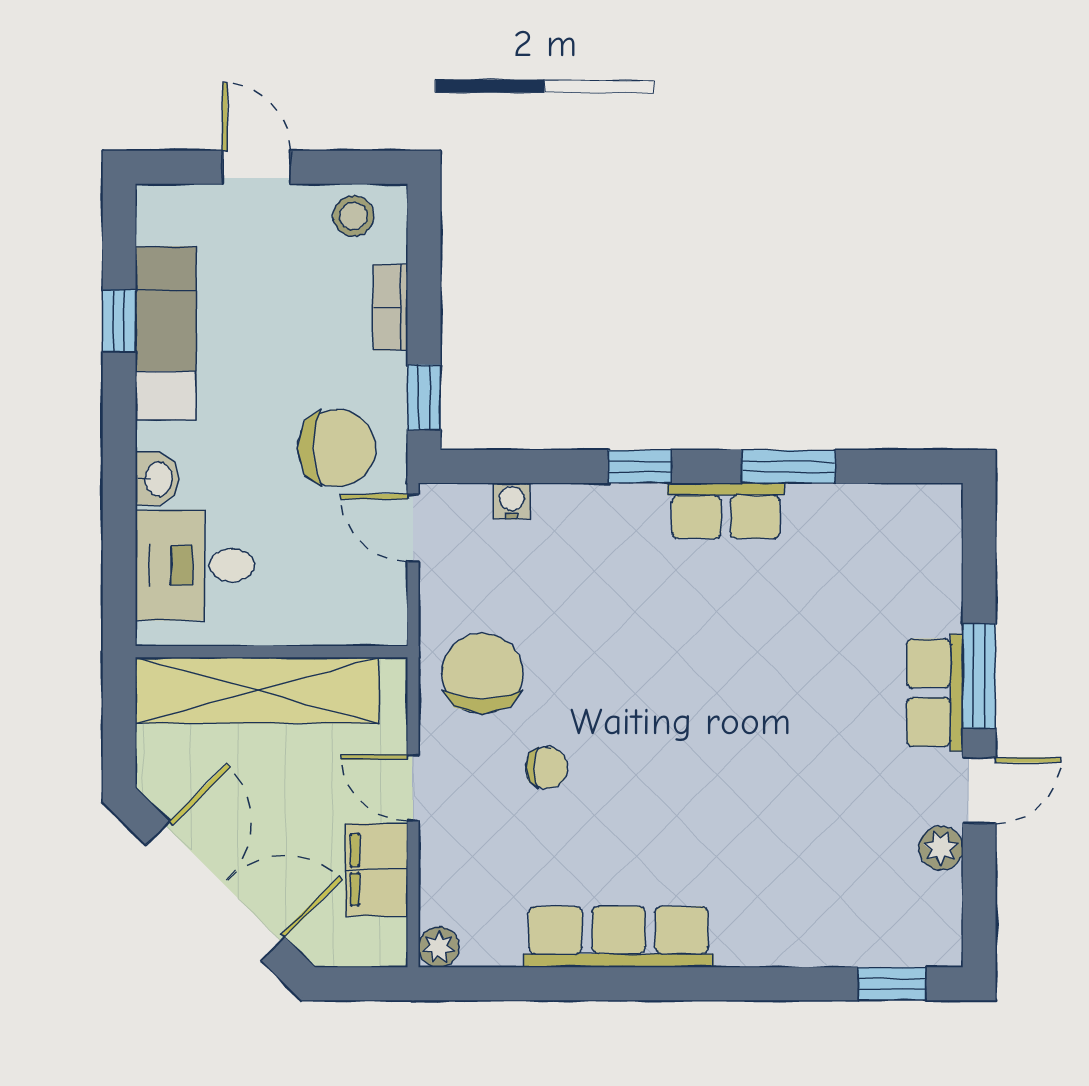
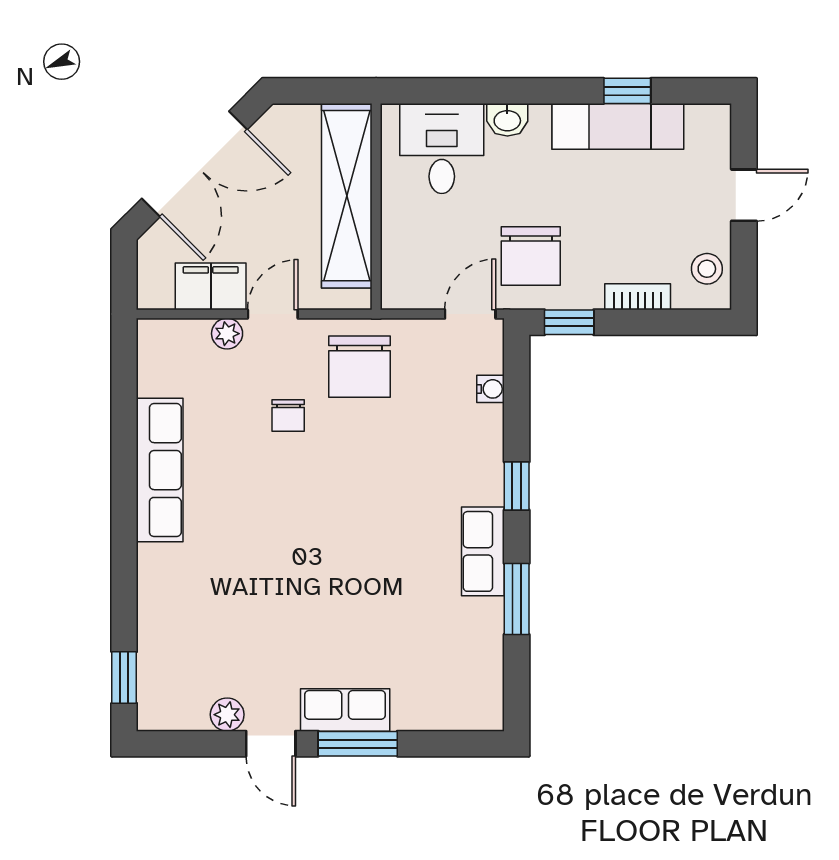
chair: (482, 674) -> (360, 367), turned 90
plant: (439, 947) -> (227, 334), moved

